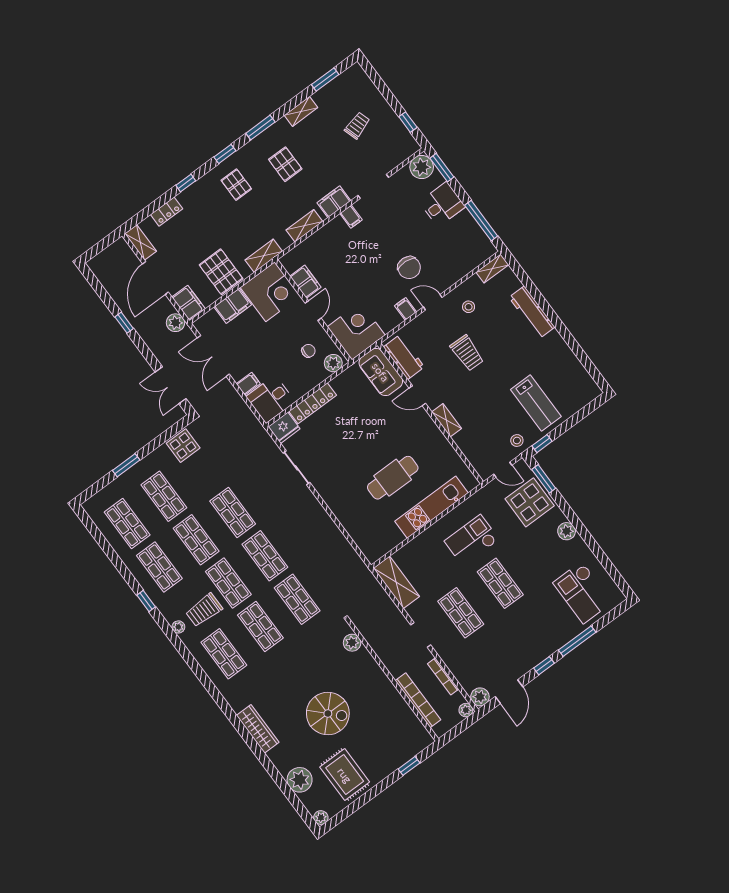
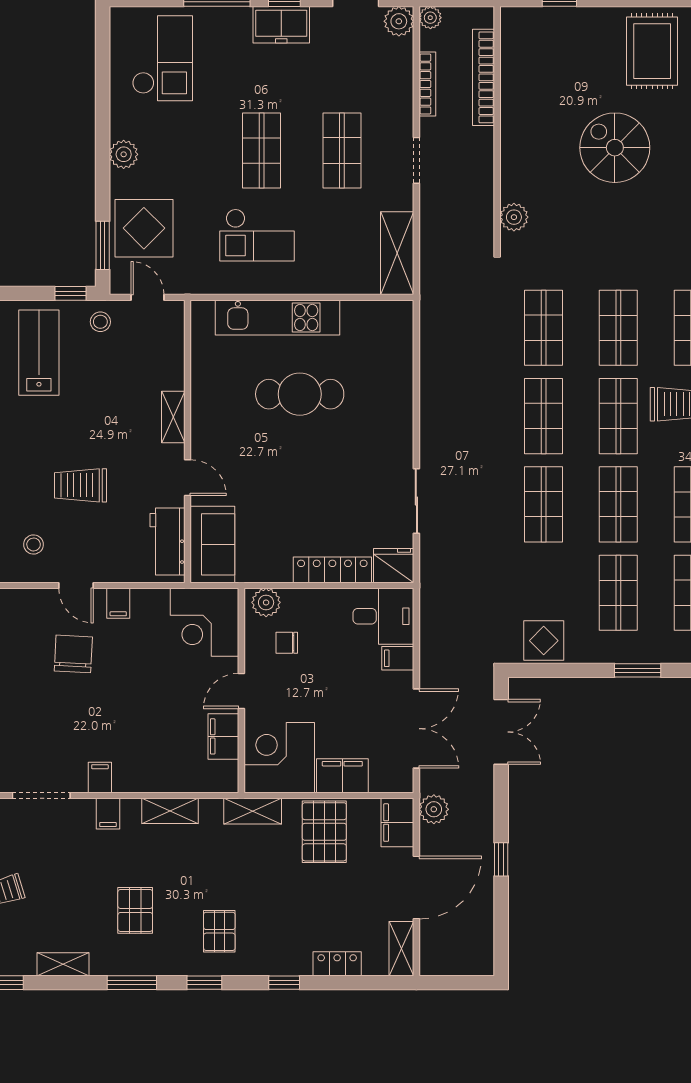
filing cabinet: (334, 202) -> (108, 814), width x0.50
trolley: (467, 353) -> (80, 485), turned -91
freezer: (536, 652) -> (281, 25), added

